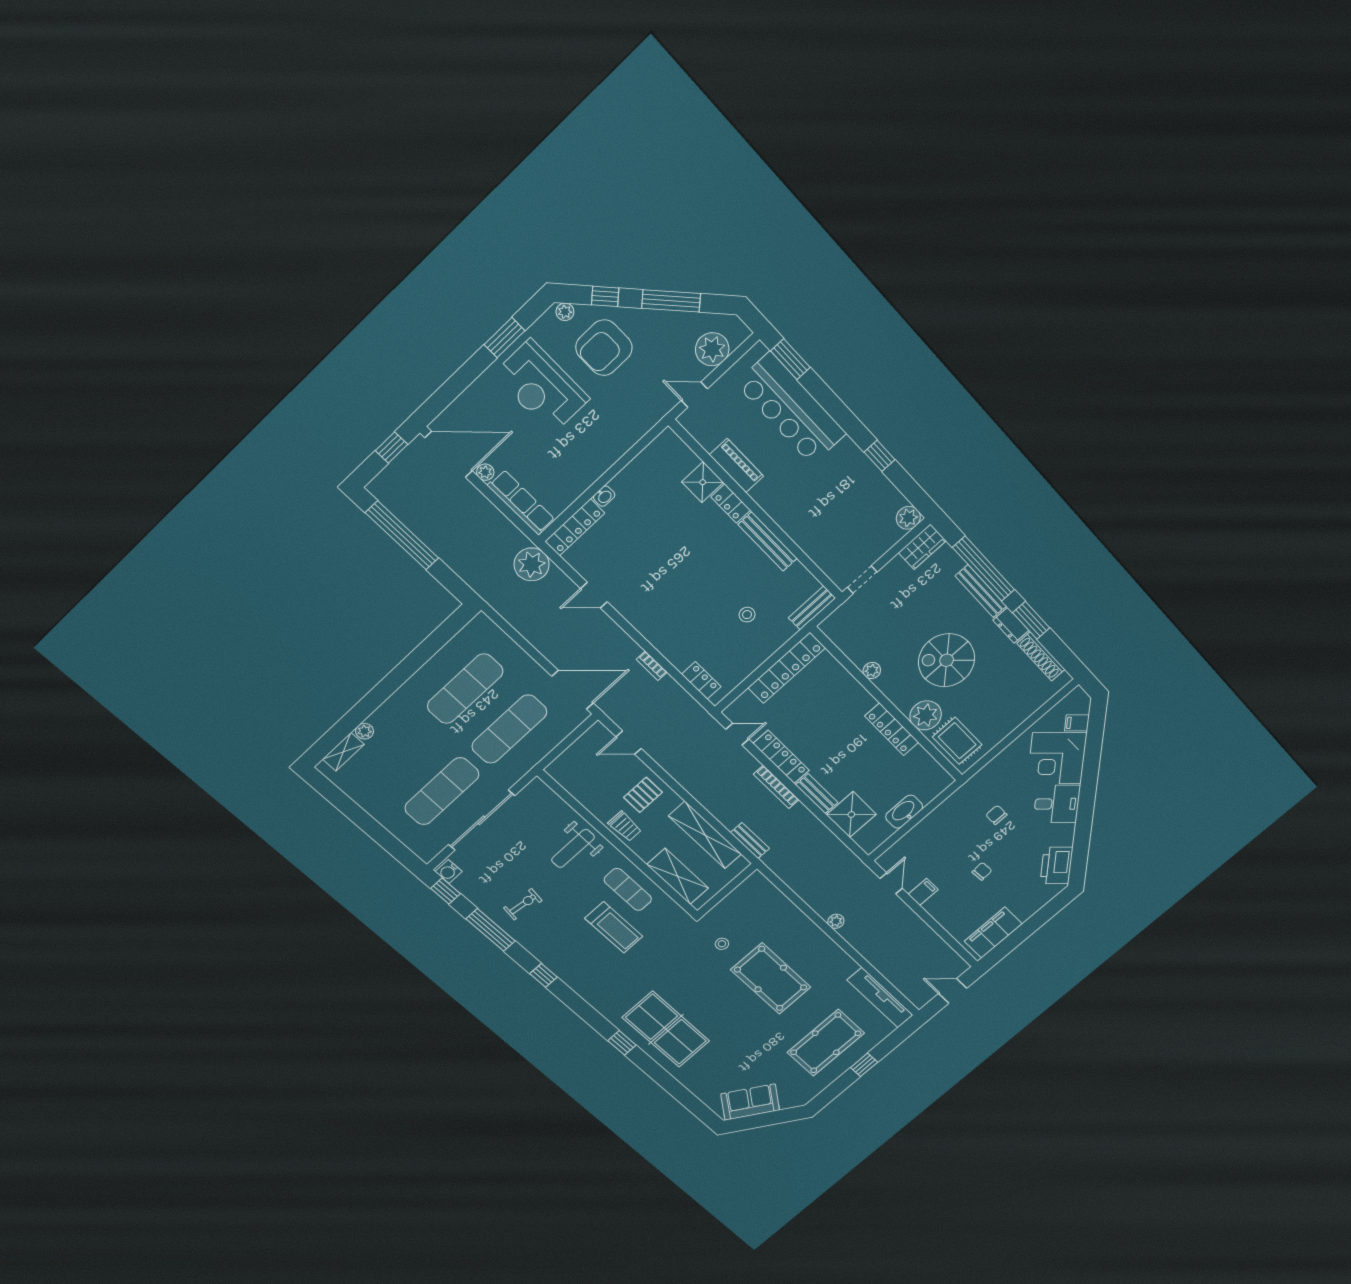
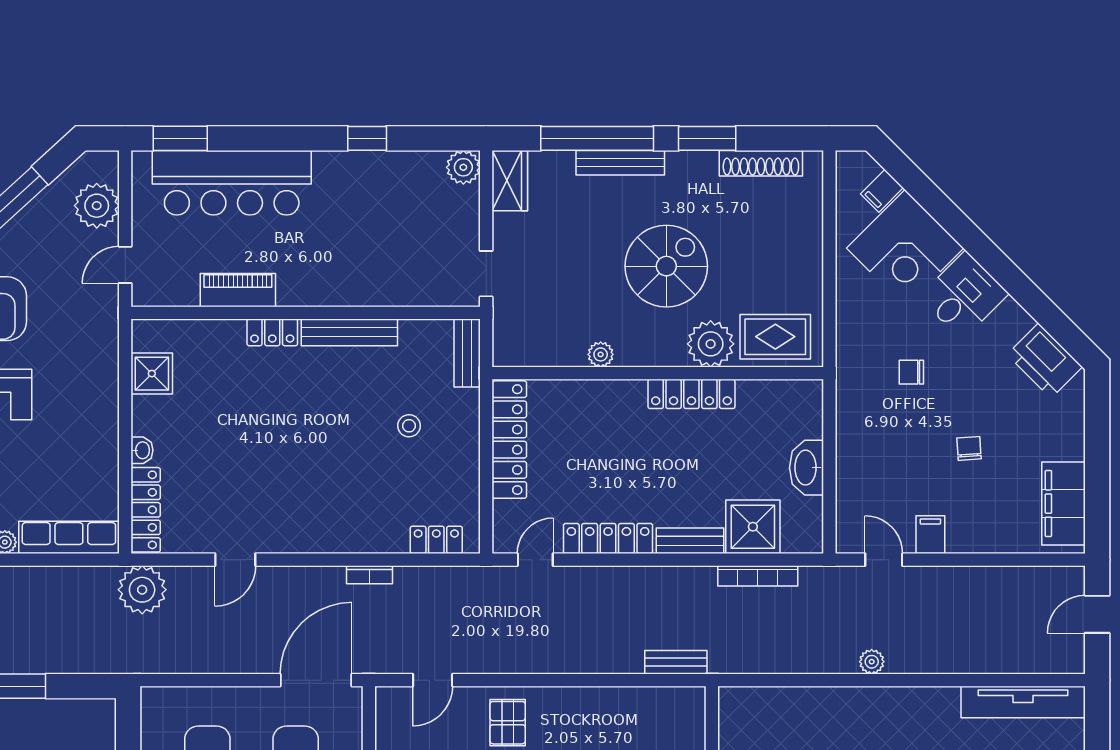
shower: (703, 482) -> (152, 374), moved
dresser: (1011, 625) -> (692, 165), removed
spiral stairs: (947, 660) -> (666, 266), turned 180
bookcase: (776, 787) -> (758, 576), moved
shelving: (705, 835) -> (621, 703), removed

